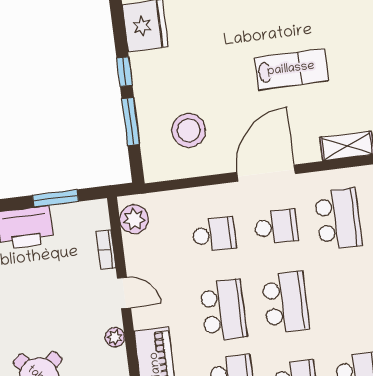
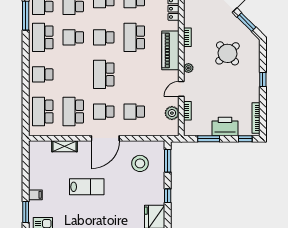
lab bench: (291, 69) -> (87, 187), turned 180
window: (131, 122) -> (168, 161), moved
plant: (134, 219) -> (172, 113), moved
door: (124, 293) -> (181, 89), hinge flipped
school desk: (223, 310) -> (134, 74), removed

